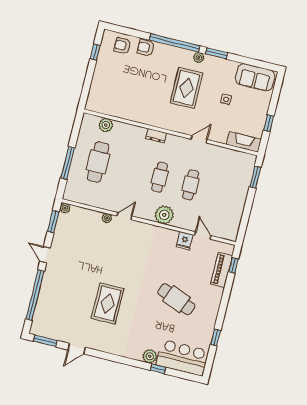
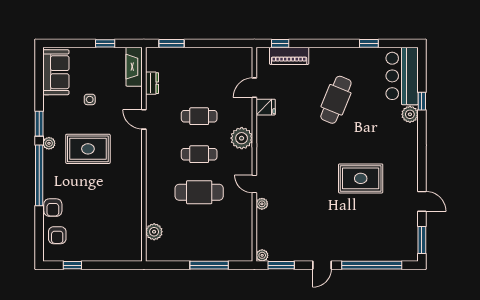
dresser: (156, 136) -> (152, 83), moved
cafe table: (98, 162) -> (199, 192), moved

